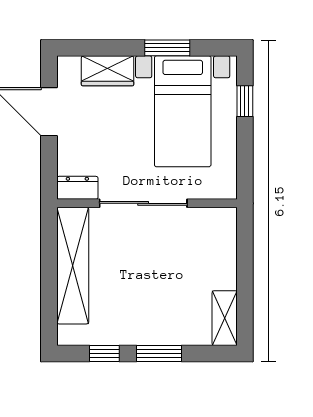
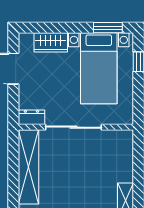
window: (167, 48) -> (108, 28), moved

